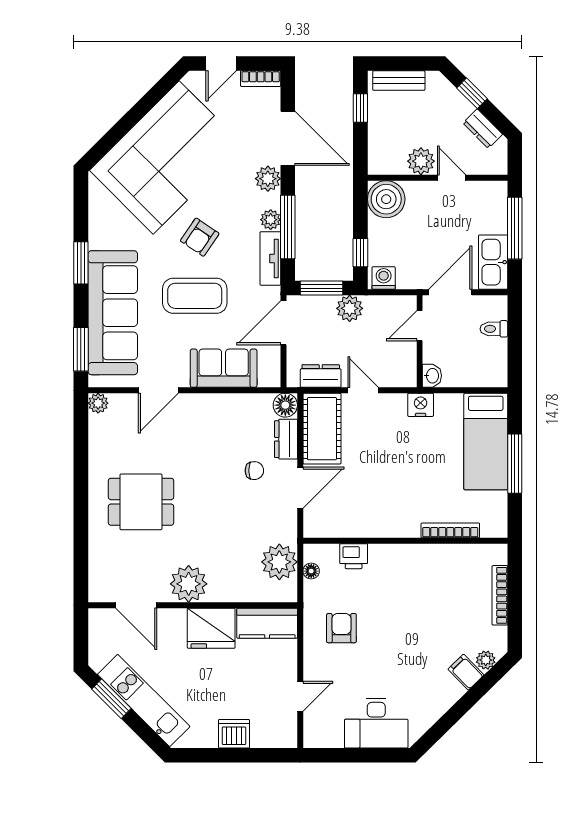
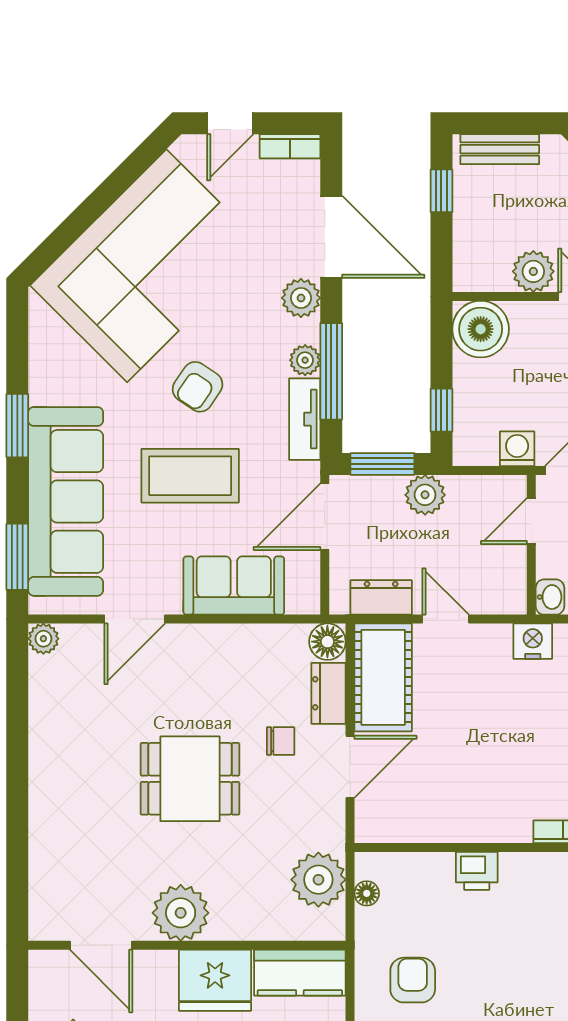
washing machine: (384, 278) -> (517, 449), moved
dining table: (141, 502) -> (190, 779), moved
printer: (354, 556) -> (477, 871), moved

